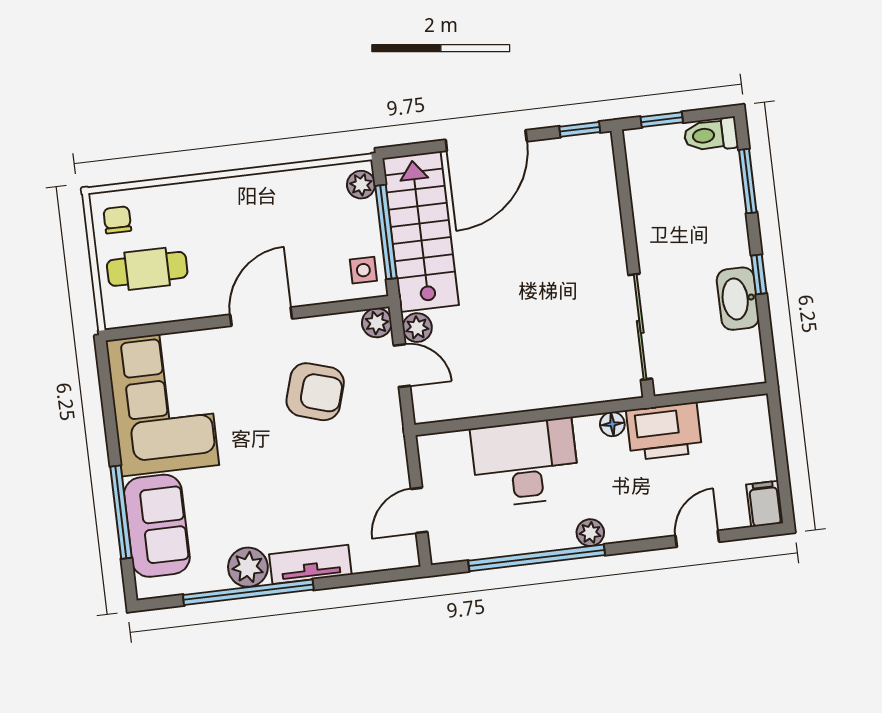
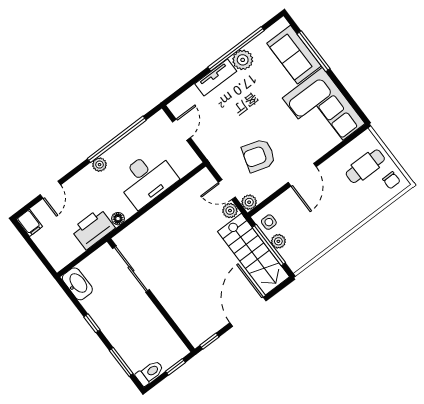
plant: (361, 185) -> (278, 241), moved
washbasin: (738, 299) -> (77, 284), moved

